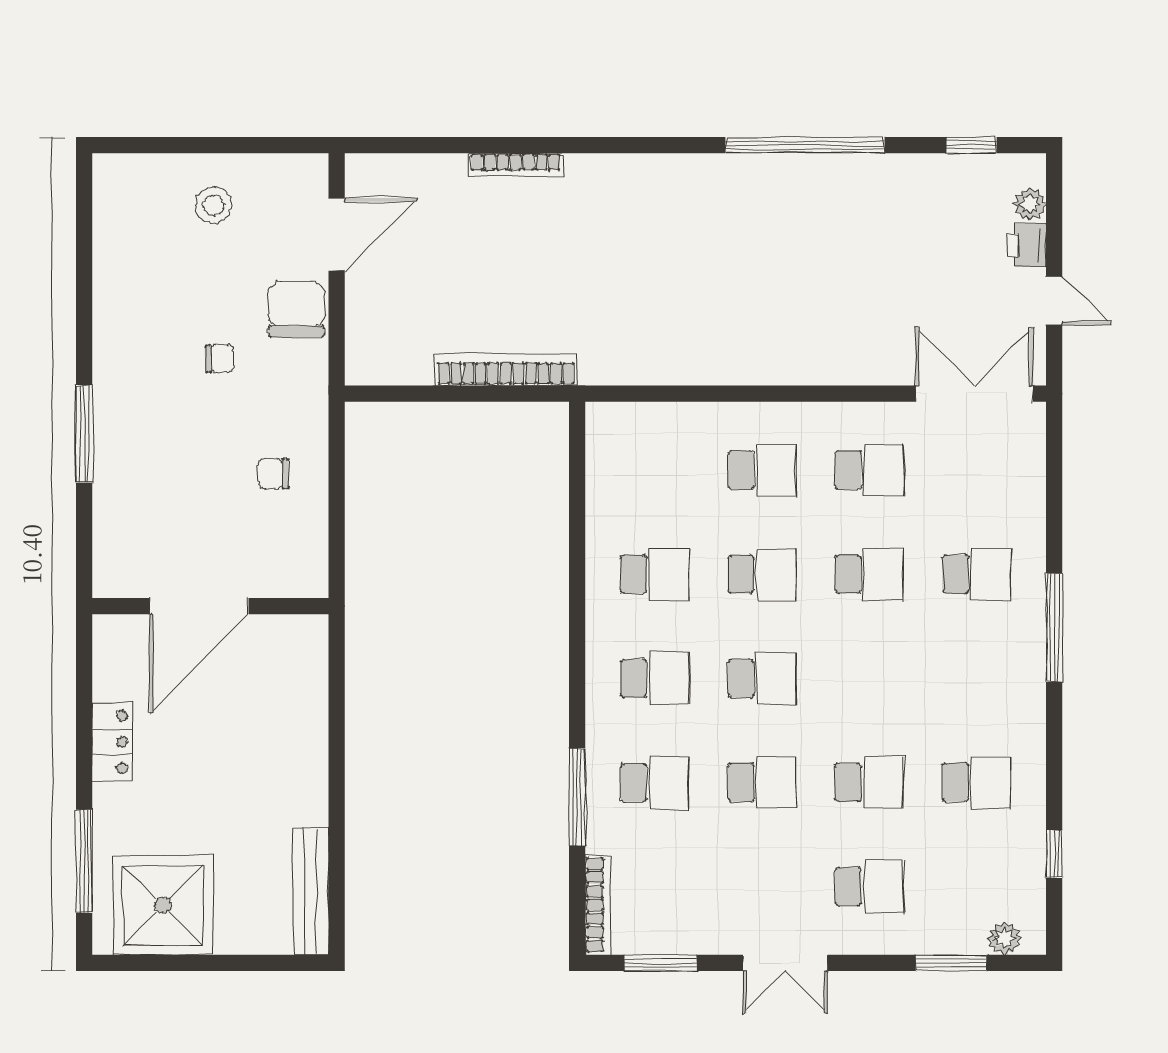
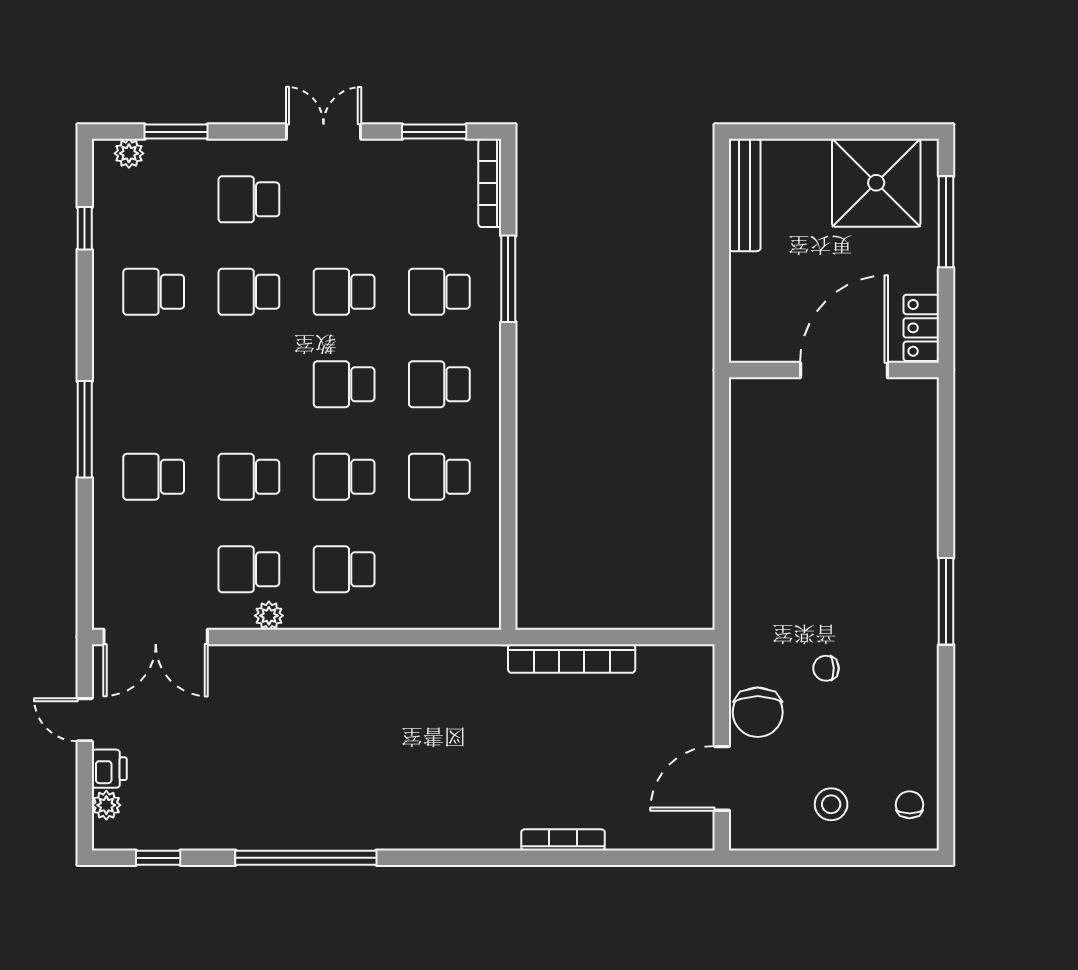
plant: (847, 418) -> (269, 616), added
chair: (273, 473) -> (910, 805), moved, turned -90
door: (199, 606) -> (844, 370), moved
wall: (210, 606) -> (834, 370), moved

